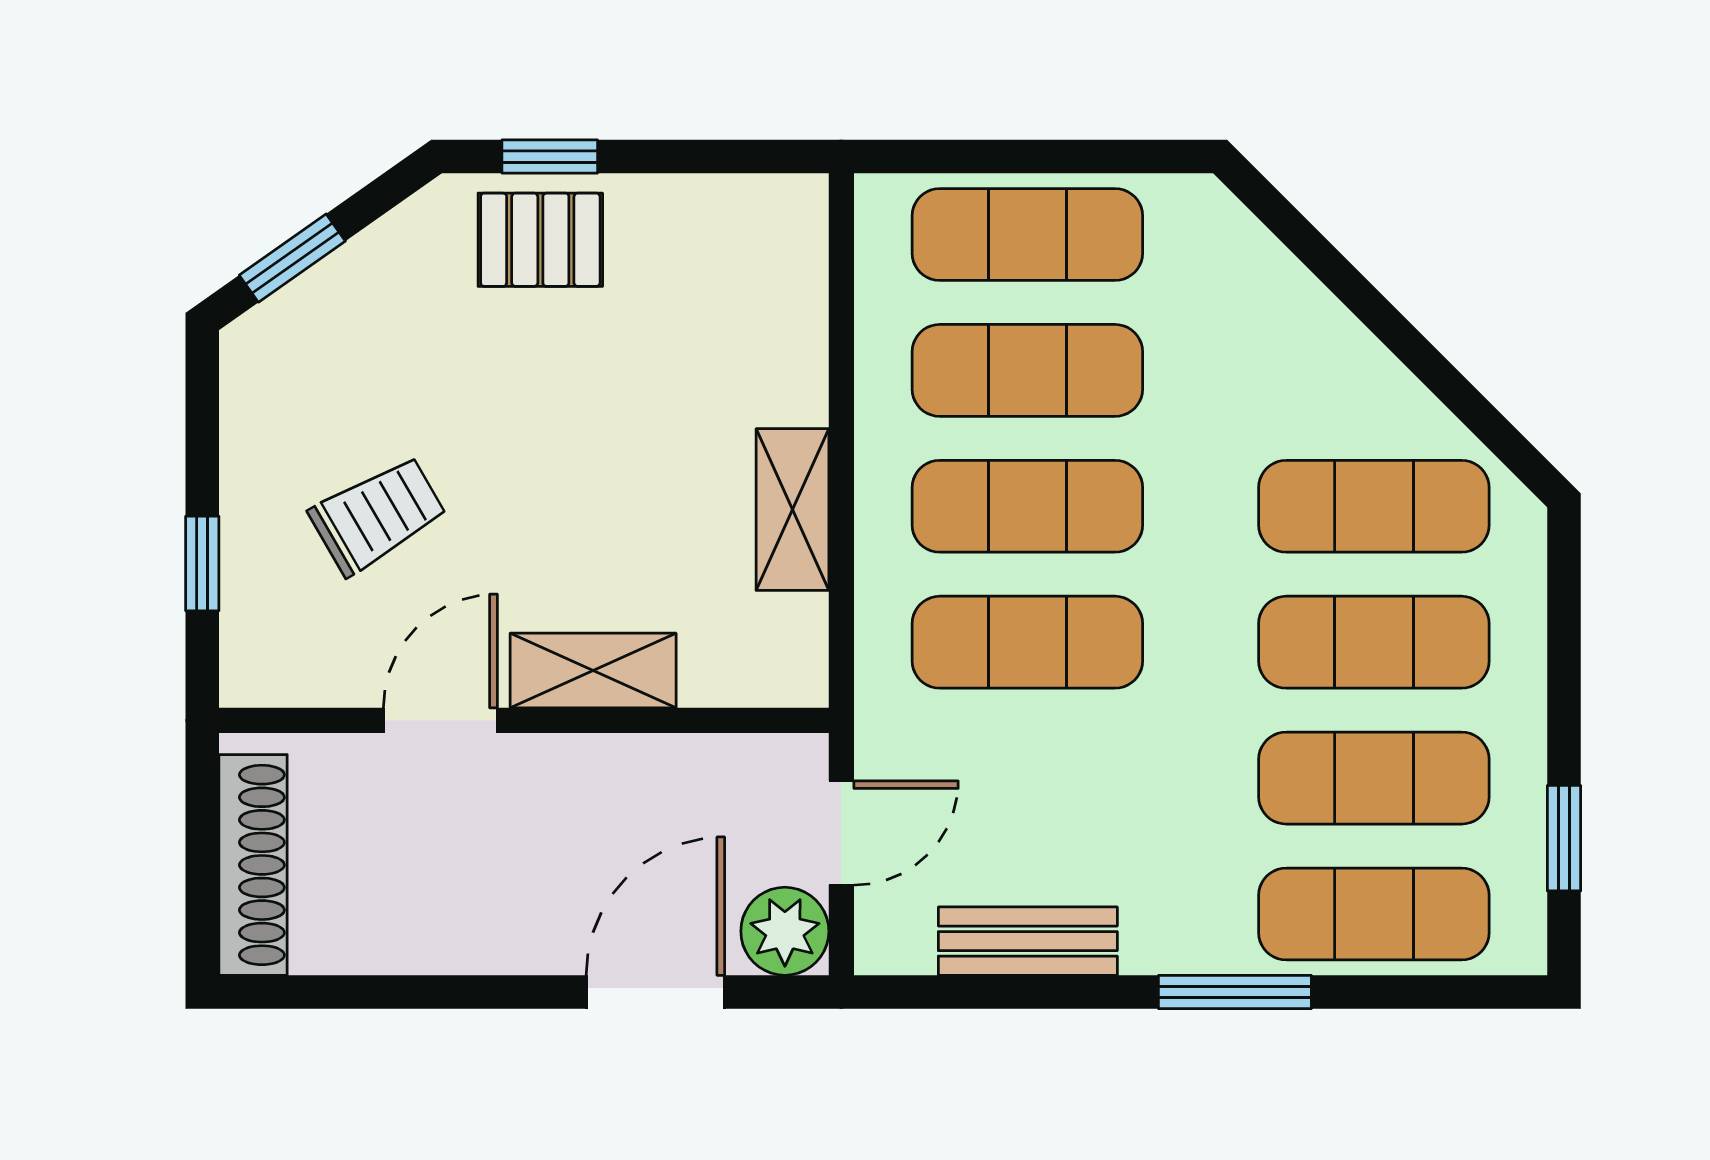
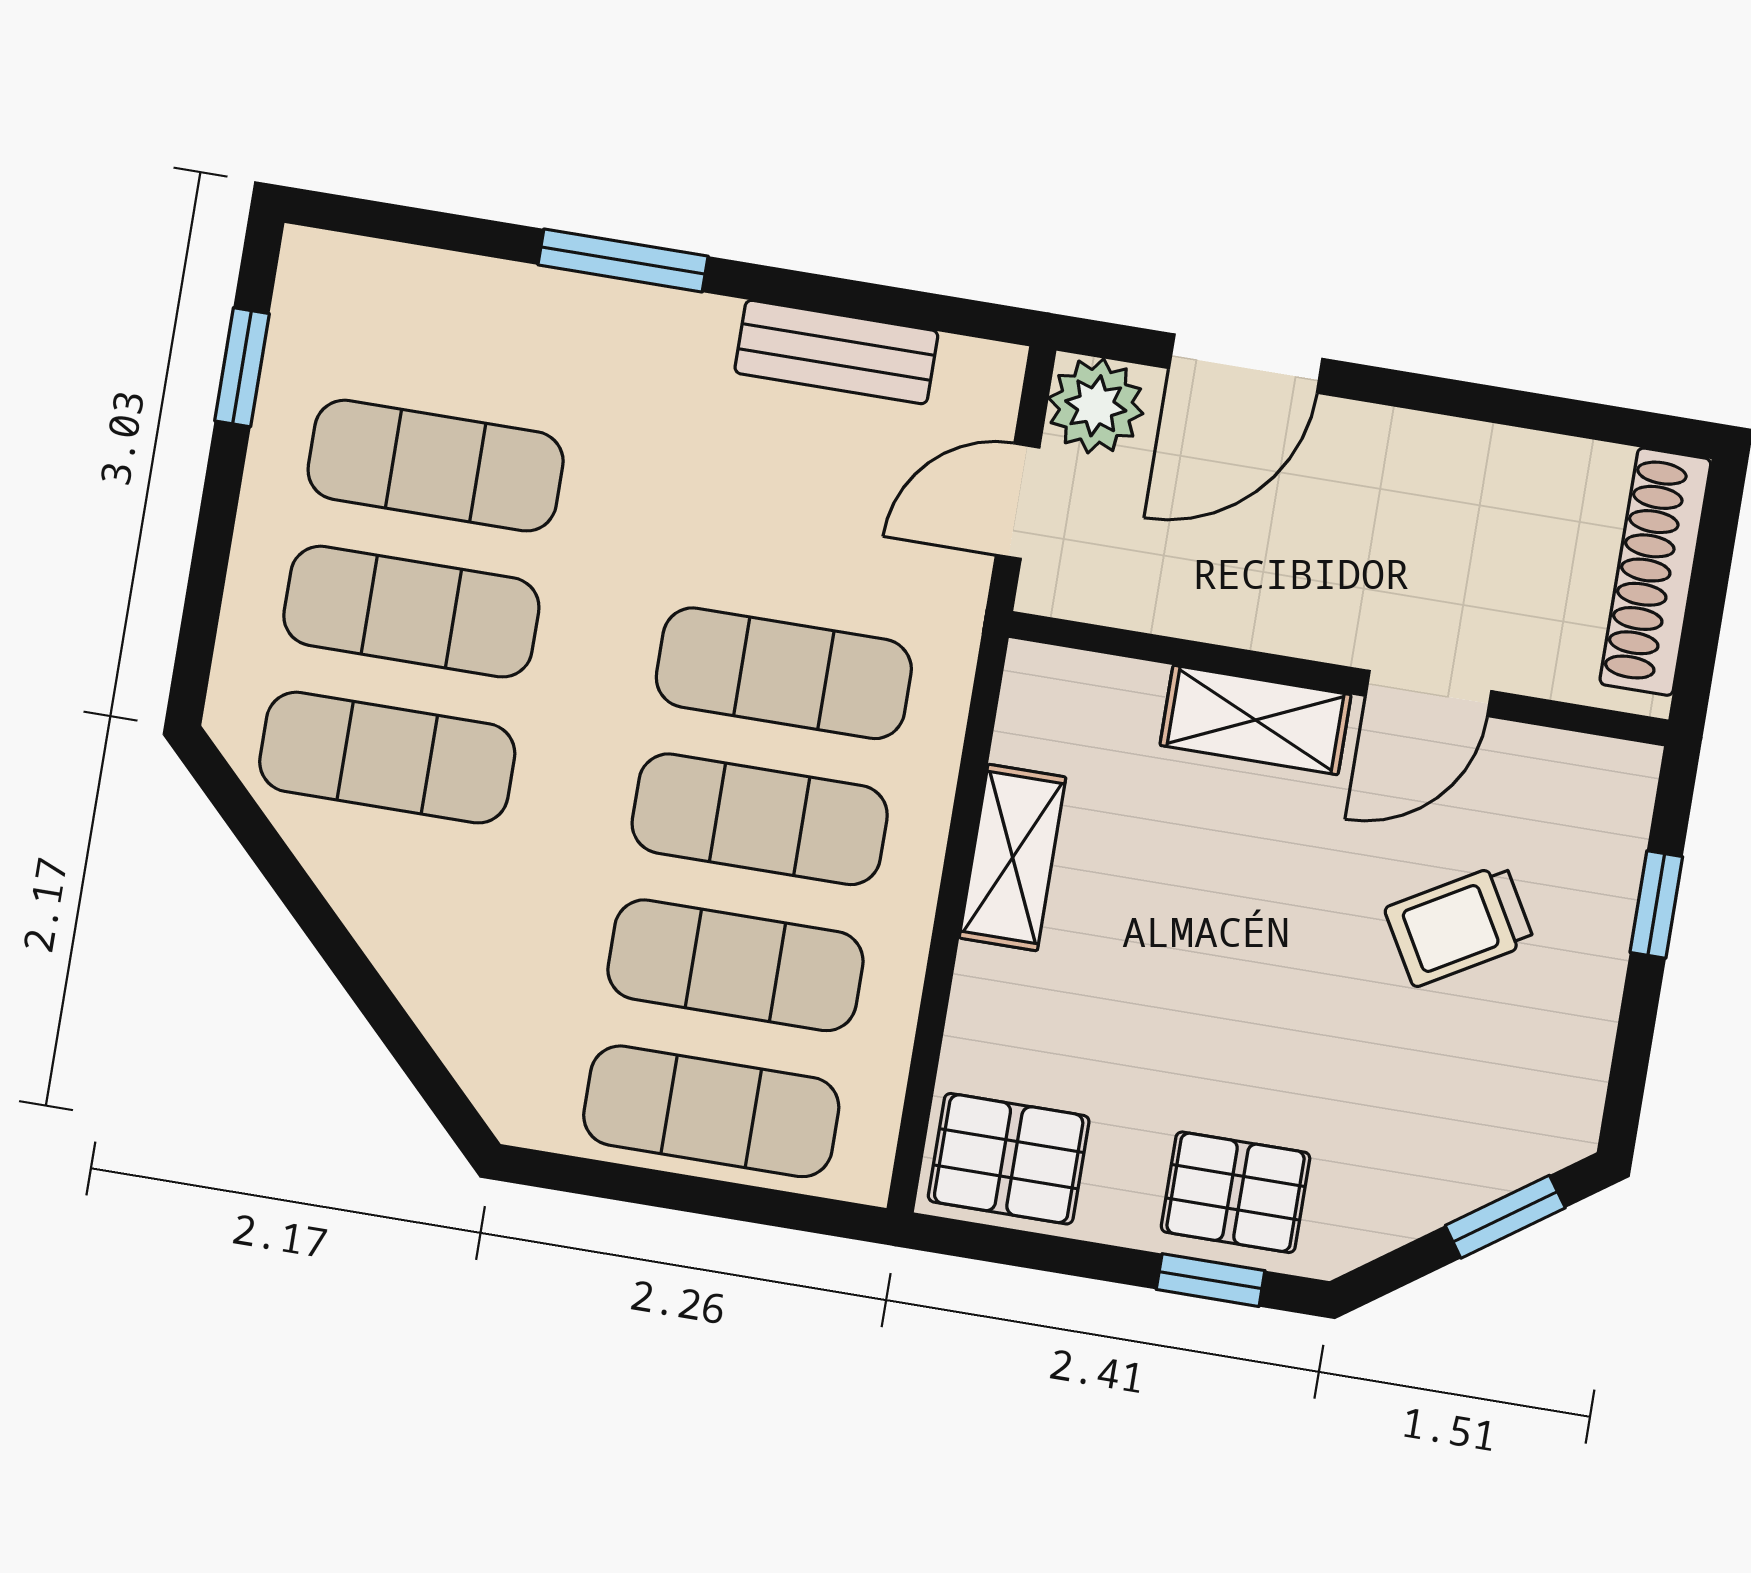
pallet: (751, 236) -> (1009, 1159), added
exercise mat: (1374, 914) -> (460, 320), removed

